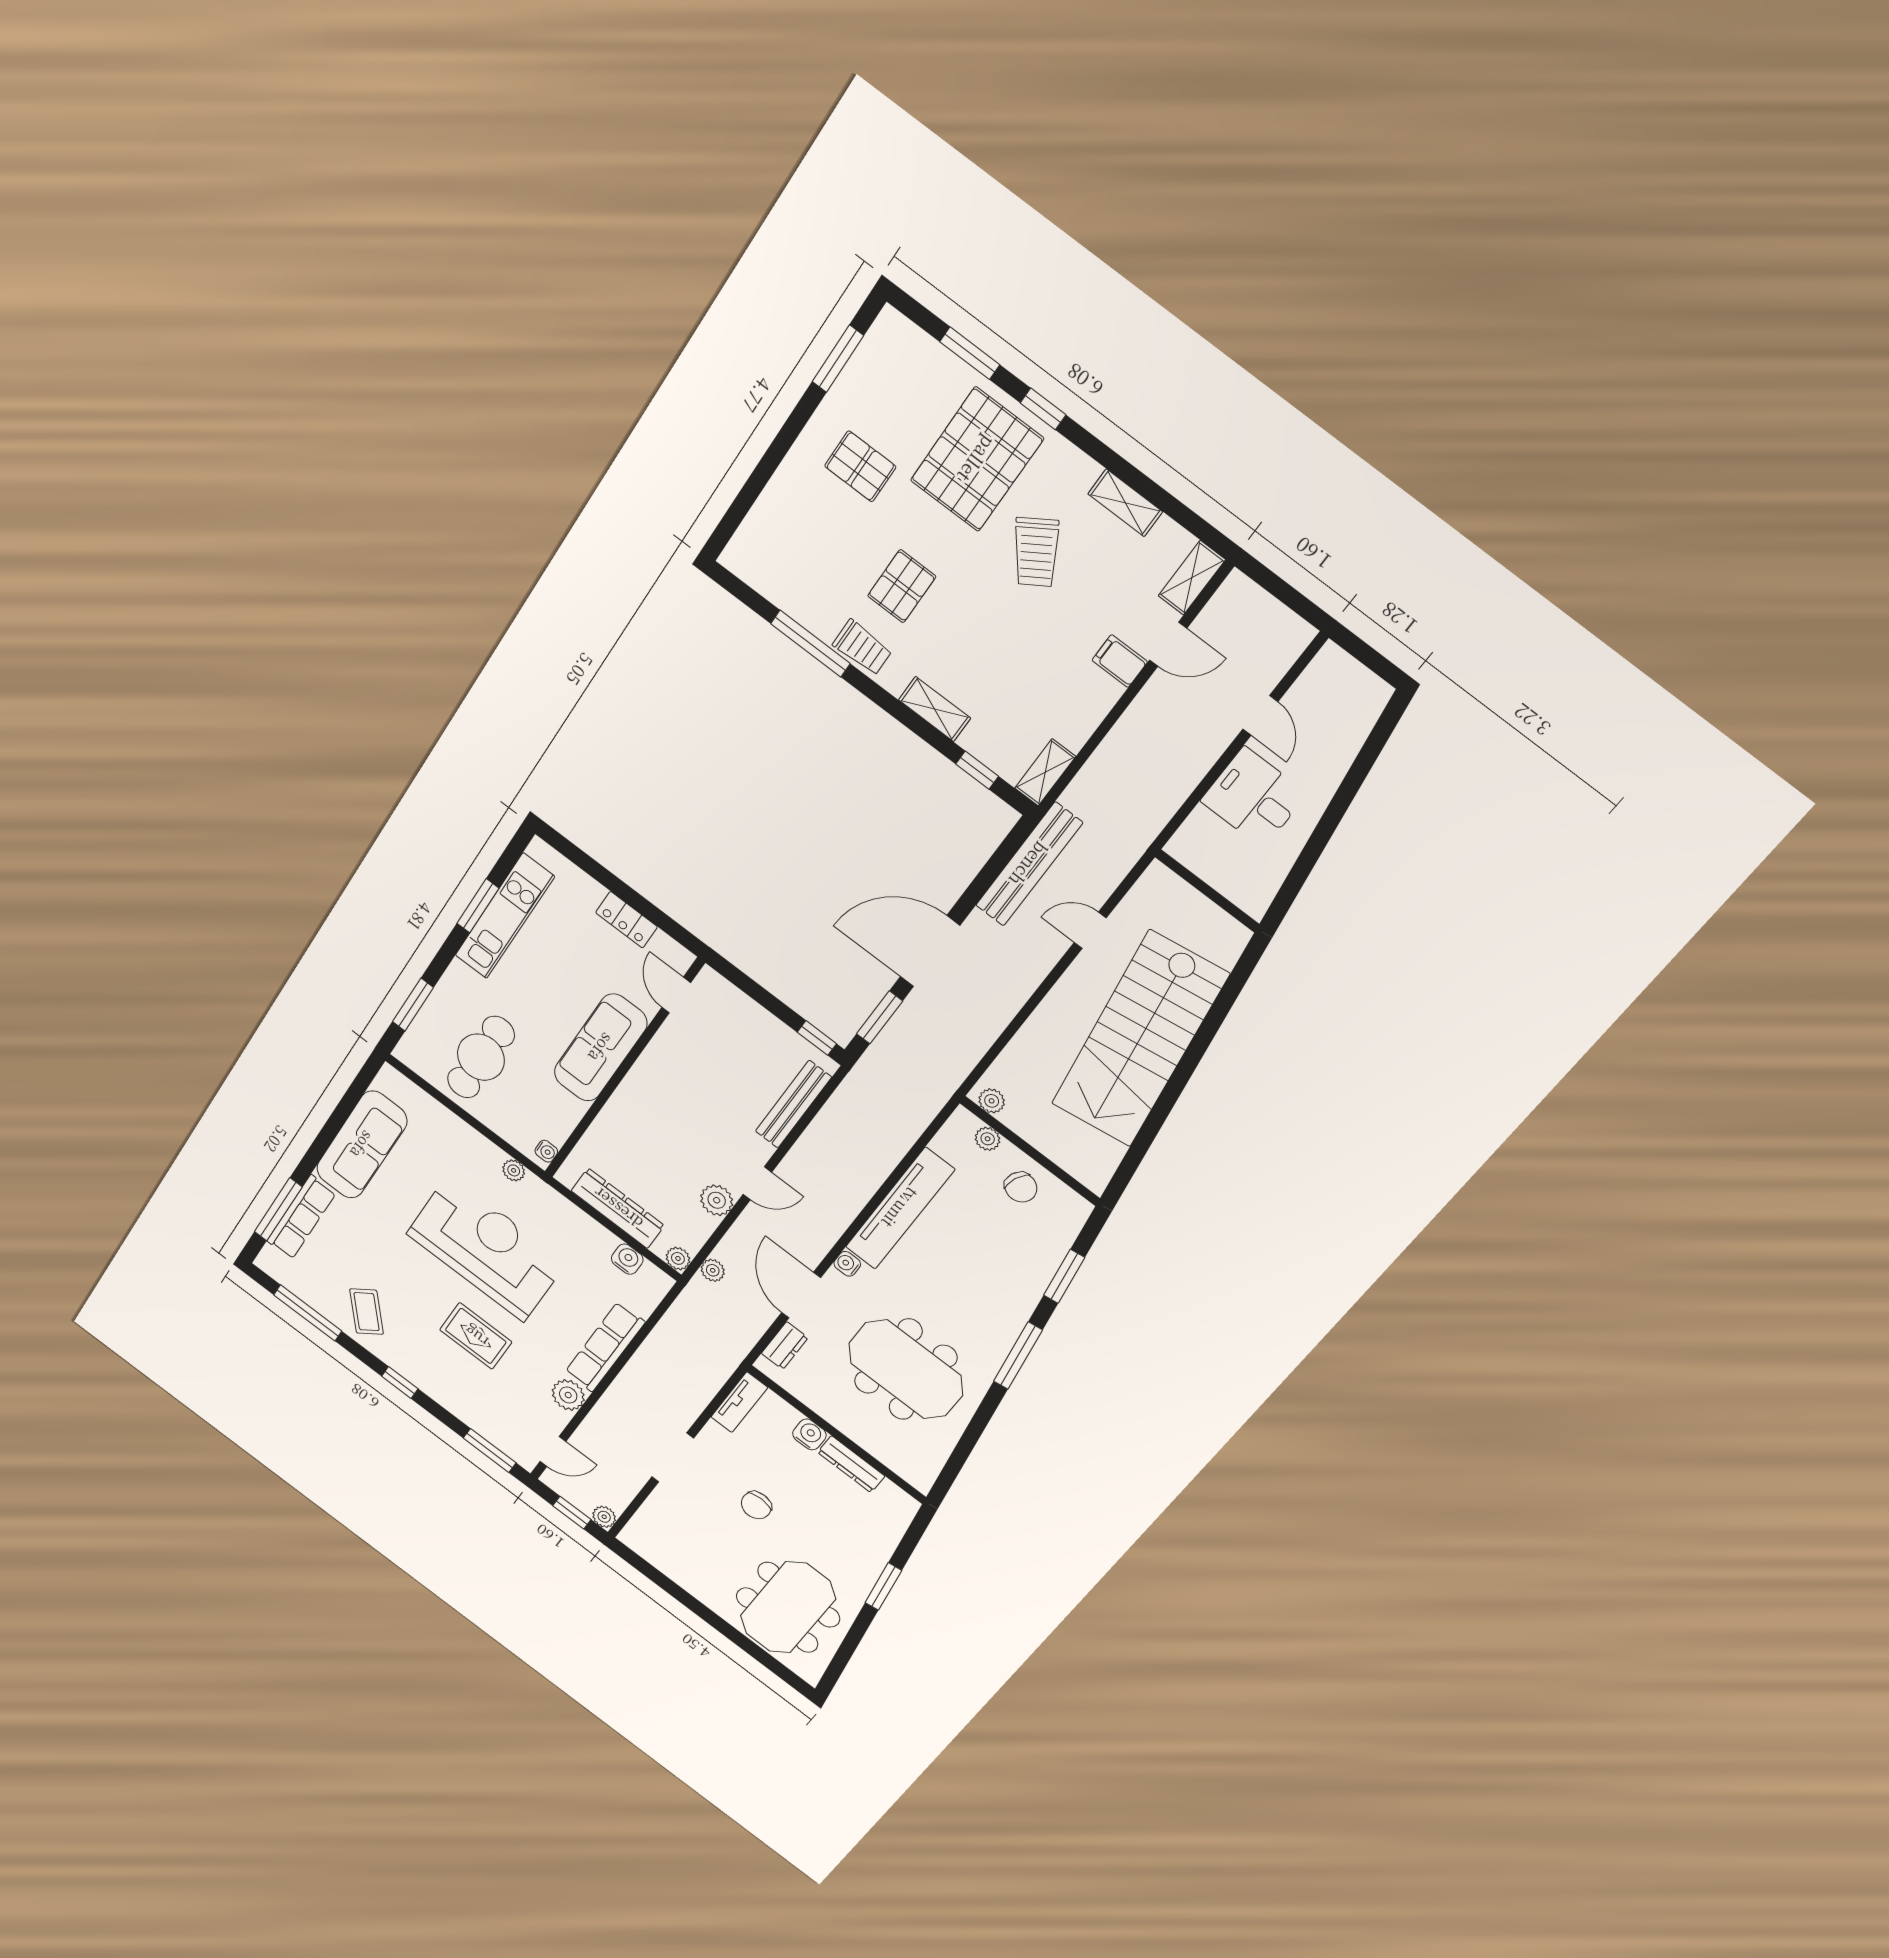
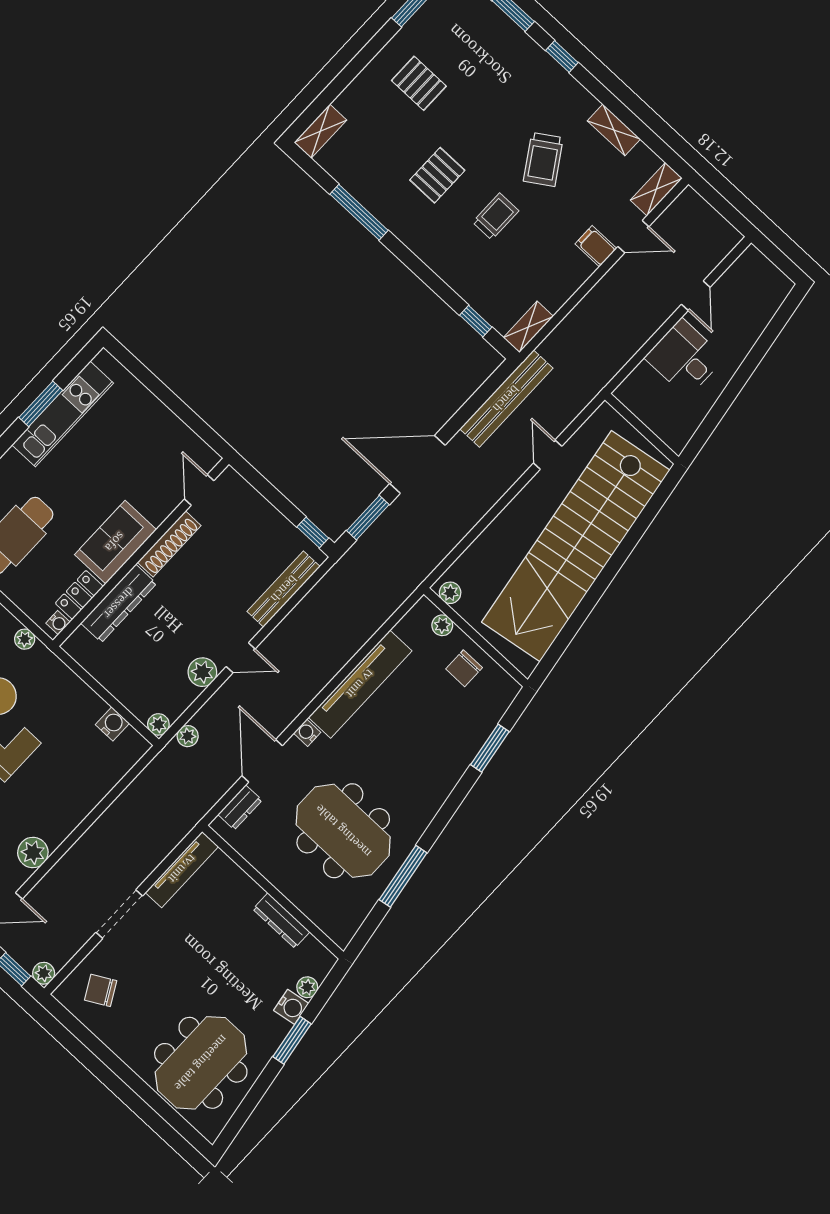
pallet: (977, 459) -> (508, 87), removed
trolley: (862, 647) -> (496, 216), moved, turned -90
shelving: (935, 709) -> (320, 131), moved, turned 90
locker: (627, 920) -> (79, 595), moved, turned 90
door: (1090, 930) -> (548, 455), hinge flipped
stairs: (1140, 1039) -> (576, 546), width x1.36
sofa: (601, 1048) -> (115, 542), width x0.73
shoe rack: (653, 1059) -> (169, 544), added
chair: (1021, 1187) -> (464, 668), turned 69
dresser: (618, 1208) -> (119, 603), moved, turned 90
row of seats: (605, 1347) -> (76, 807), removed
window: (1018, 1356) -> (403, 876), moved
tv unit: (739, 1402) -> (182, 869), width x1.41
water cooler: (809, 1434) -> (291, 1007), moved, turned 81
chair: (756, 1505) -> (101, 990), moved, turned 61
plant: (891, 1533) -> (307, 987), added

